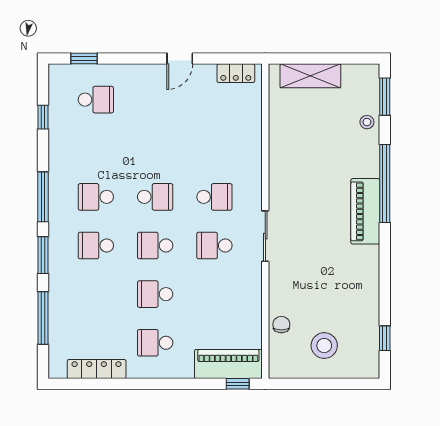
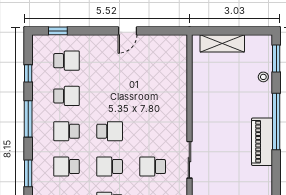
locker: (236, 73) -> (168, 41), removed
window: (43, 197) -> (28, 119), moved
school desk: (214, 197) -> (67, 96), moved

